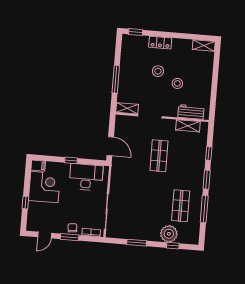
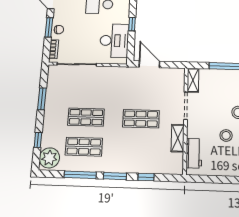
shelving: (188, 126) -> (178, 138), moved
door: (110, 146) -> (149, 64), swing flipped
shop shelf: (155, 204) -> (86, 117), added
plant: (169, 234) -> (49, 158), moved

